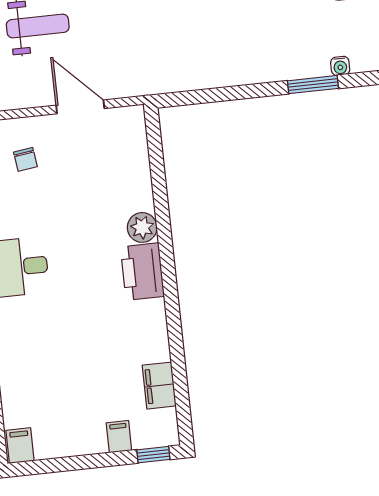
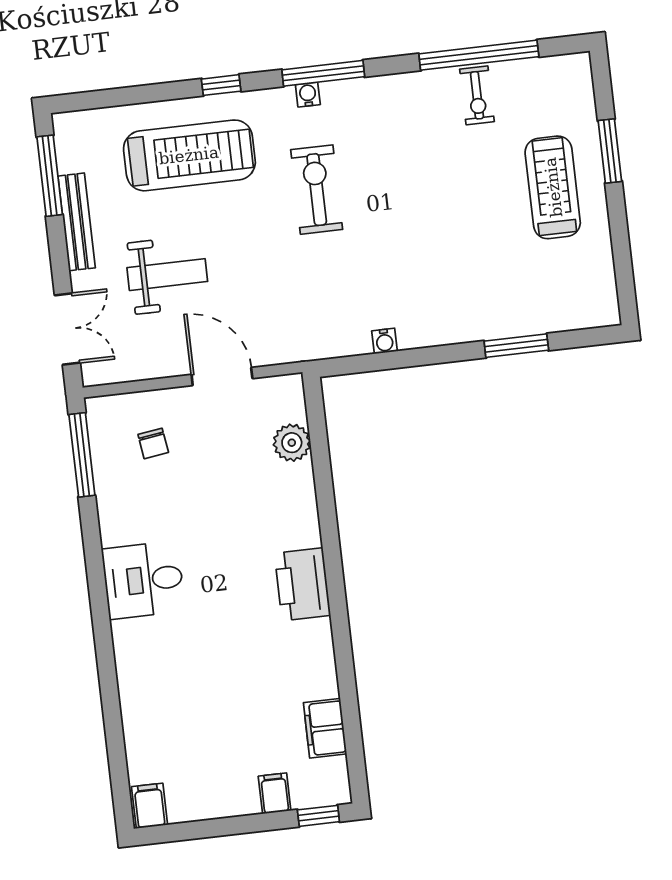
water cooler: (340, 66) -> (385, 341), moved
plant: (142, 227) -> (292, 443), moved

